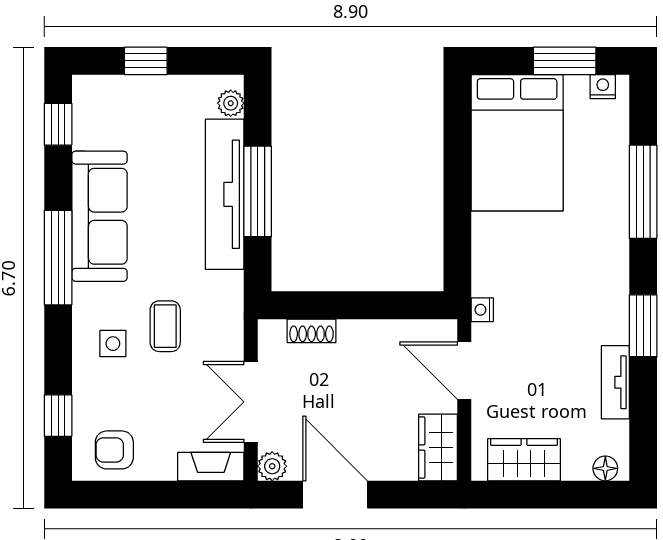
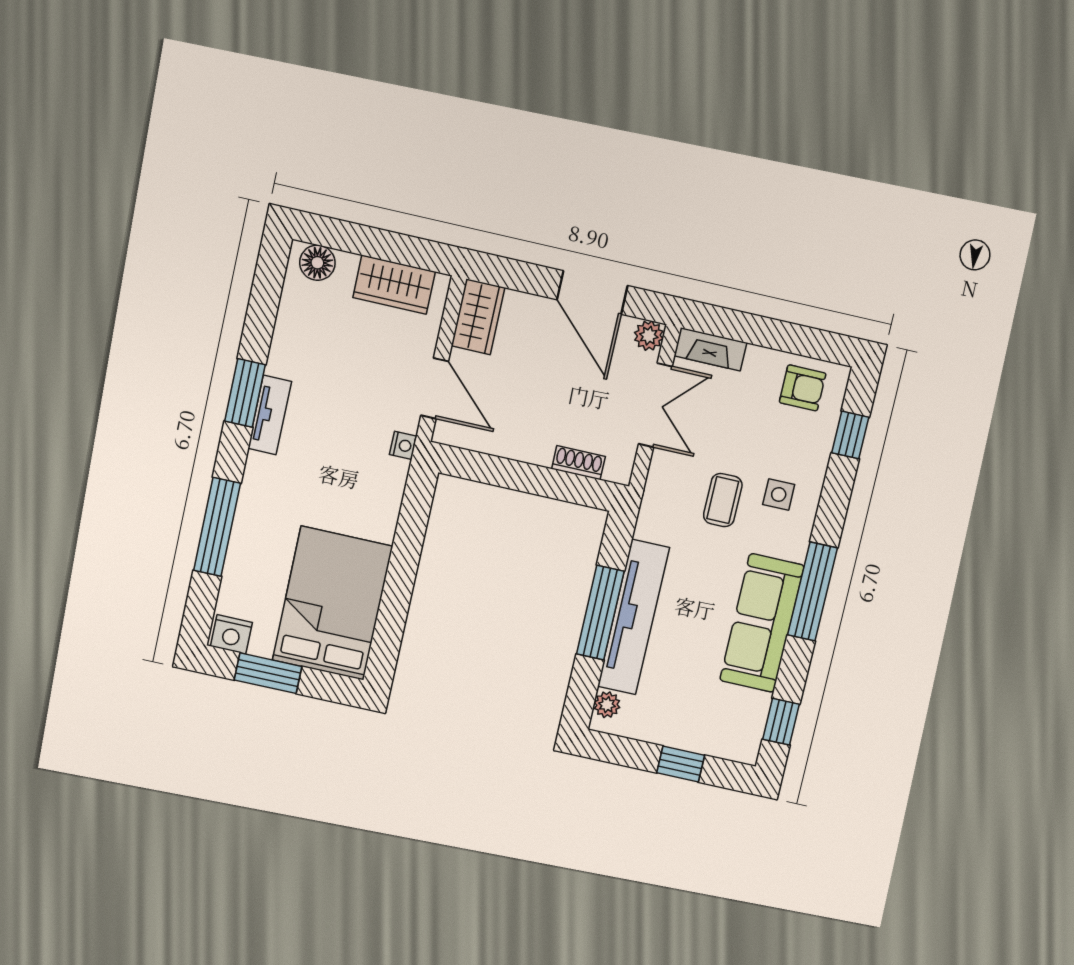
nightstand: (603, 87) -> (231, 634), width x1.39, depth x1.35
tv unit: (615, 382) -> (270, 415), moved
floor lamp: (605, 468) -> (317, 263), width x1.37, depth x1.37

